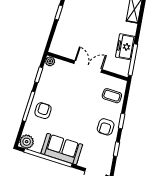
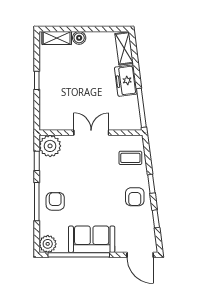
freezer: (125, 47) -> (126, 81), moved
plant: (50, 61) -> (50, 146), width x1.88, depth x1.88

